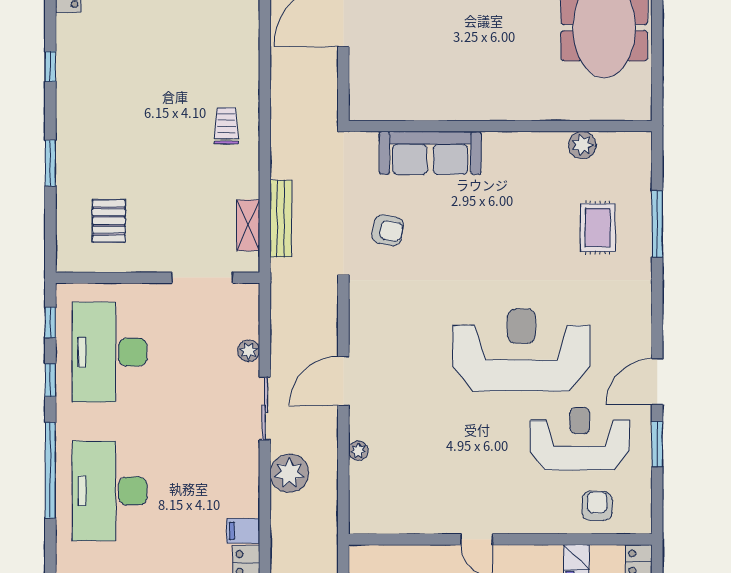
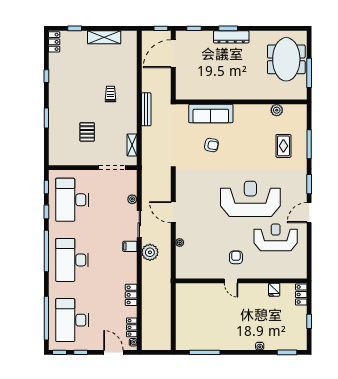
window: (657, 59) -> (309, 73), added
trolley: (226, 126) -> (111, 94), moved
bench: (281, 219) -> (146, 109), moved
pallet: (109, 221) -> (87, 132), moved
armchair: (388, 230) -> (211, 145), moved
door: (343, 381) -> (173, 212), hinge flipped
window: (657, 444) -> (309, 184), moved
armchair: (597, 506) -> (236, 257), moved
filing cabinet: (243, 531) -> (130, 246), moved

